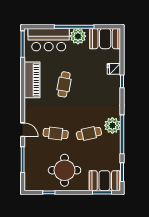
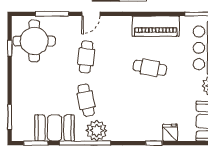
round table: (65, 170) -> (34, 41), moved
booth: (104, 181) -> (55, 128), moved, turned 90

